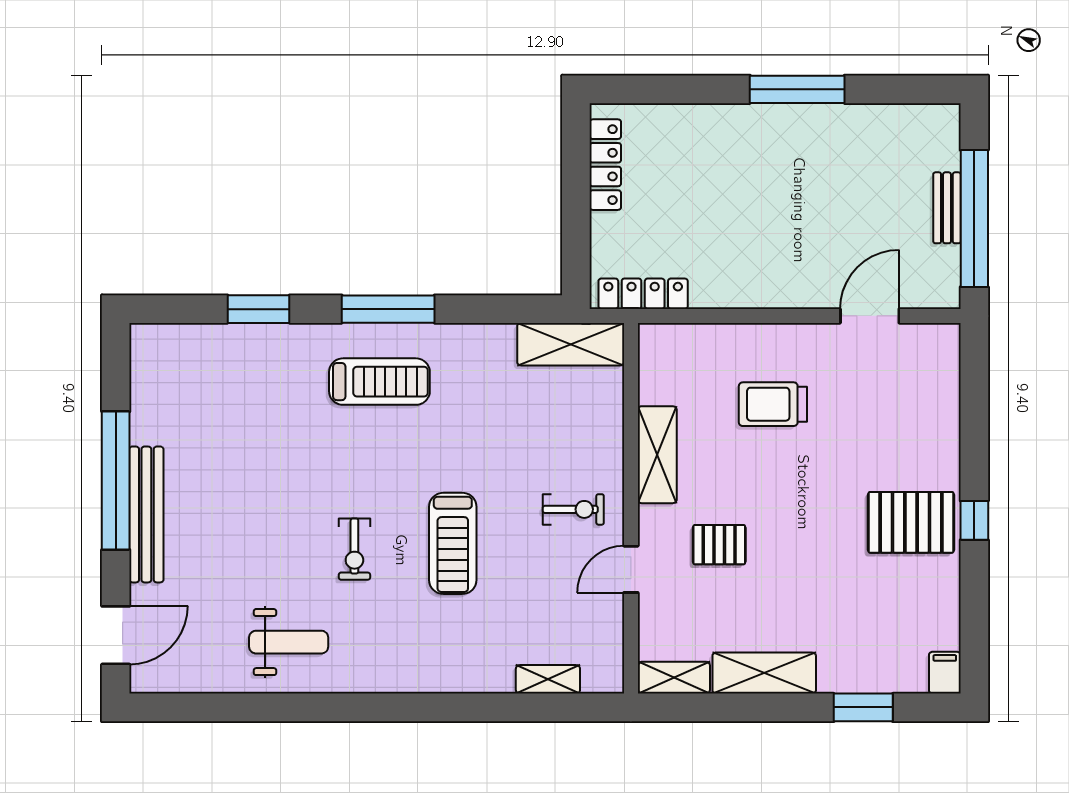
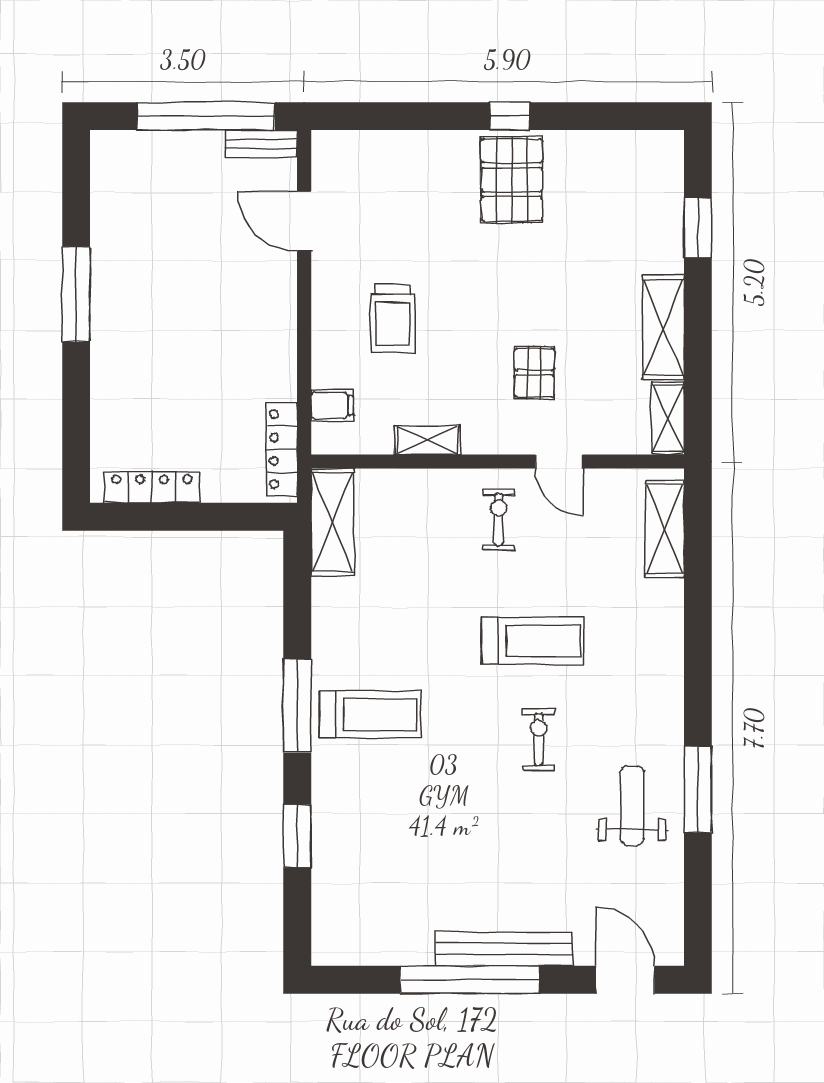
bench: (947, 208) -> (261, 144), moved
treadmill: (379, 382) -> (370, 714), turned 90
shelving: (657, 455) -> (427, 440), width x0.67, depth x0.75
exercise bike: (354, 549) -> (539, 740), turned -90
filing cabinet: (945, 673) -> (332, 405), moved, turned 180
shelving: (548, 679) -> (665, 529), width x1.50, depth x1.33
window: (305, 707) -> (698, 789), added

